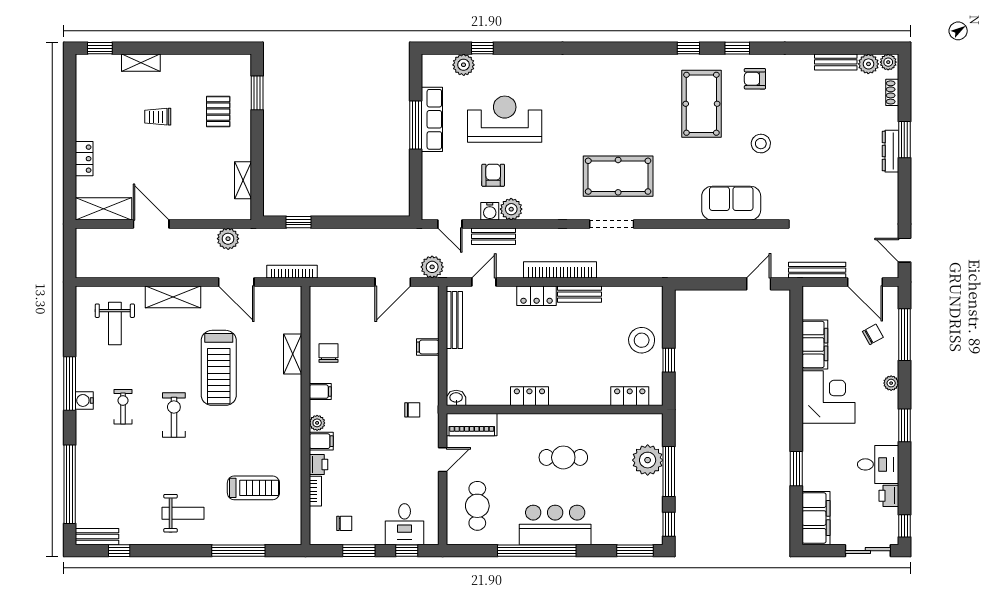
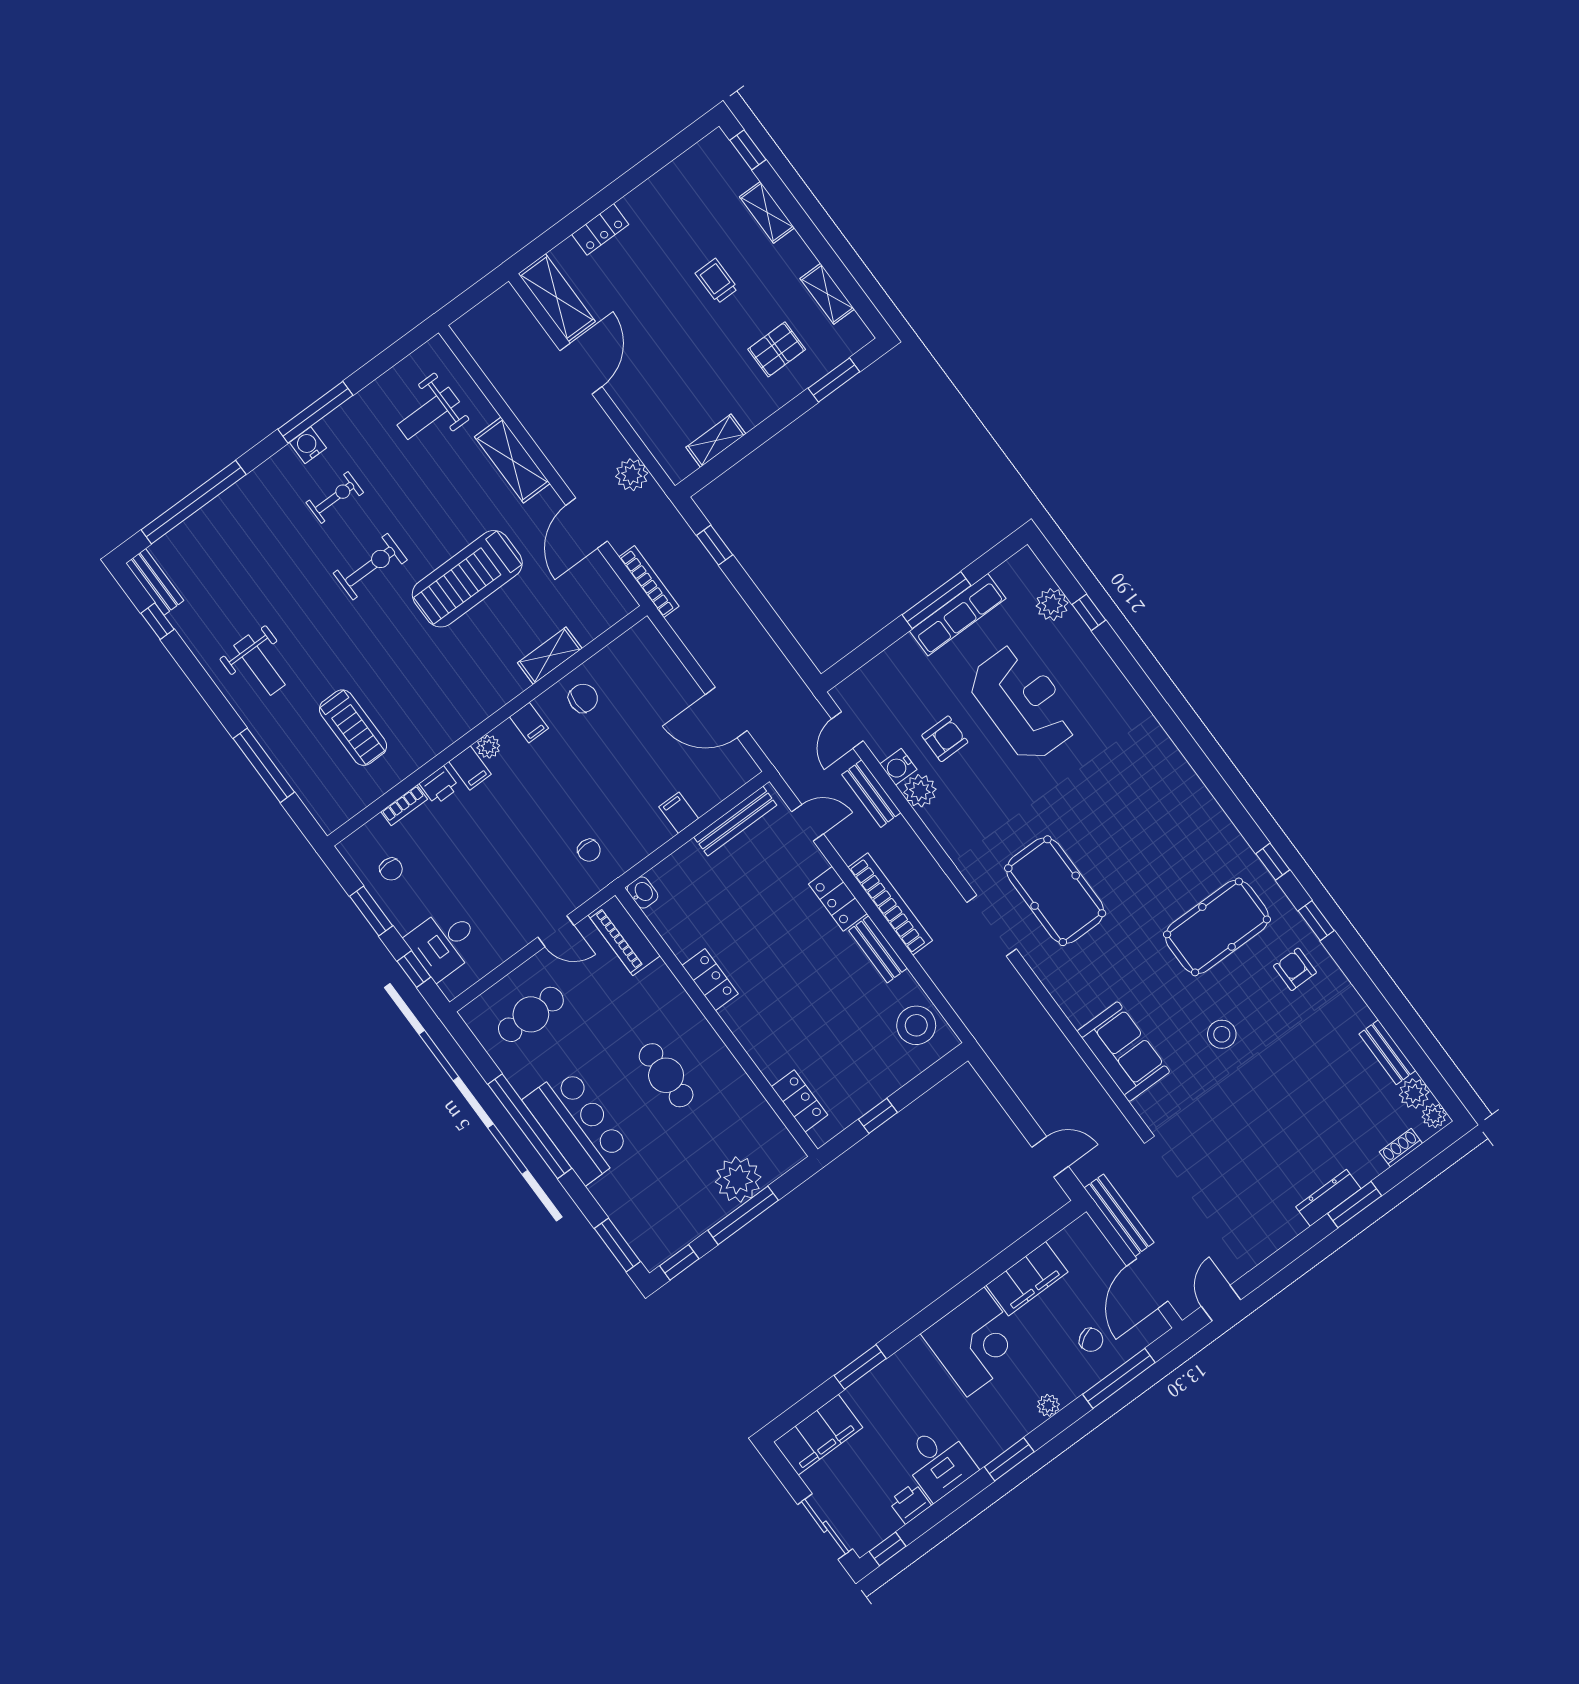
shelving: (208, 62) -> (827, 294), added
plant: (432, 267) -> (780, 747), removed
stool: (642, 340) -> (916, 1025), moved

